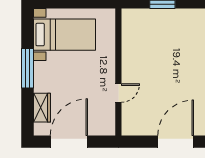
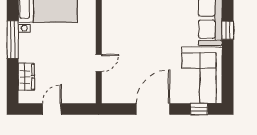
door: (69, 142) -> (52, 109), width x0.53

